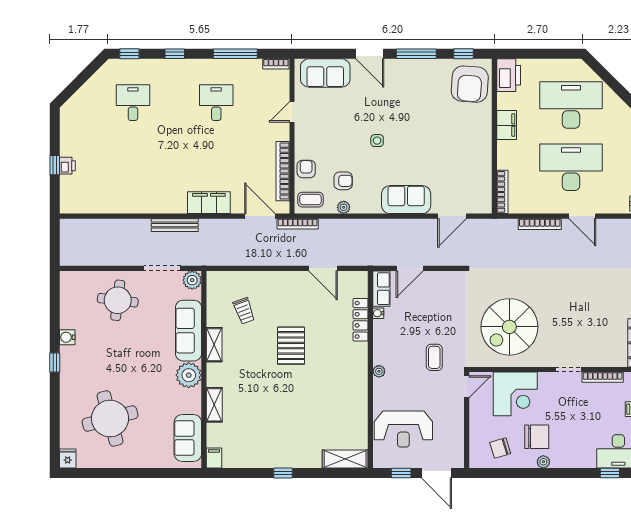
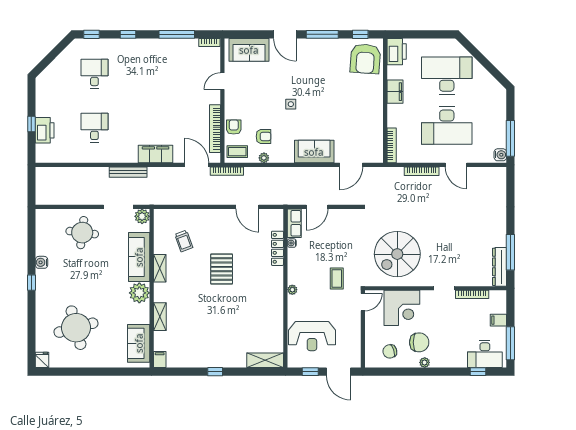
desk: (216, 103) -> (94, 128), moved
printer: (67, 166) -> (45, 130), width x1.87, depth x1.48
desk: (571, 167) -> (447, 126), turned 180

